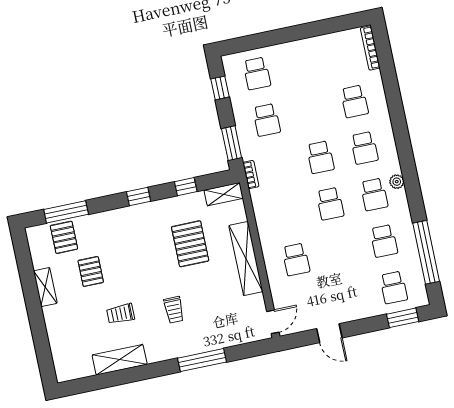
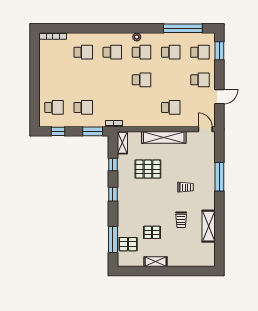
school desk: (320, 157) -> (200, 80), moved

